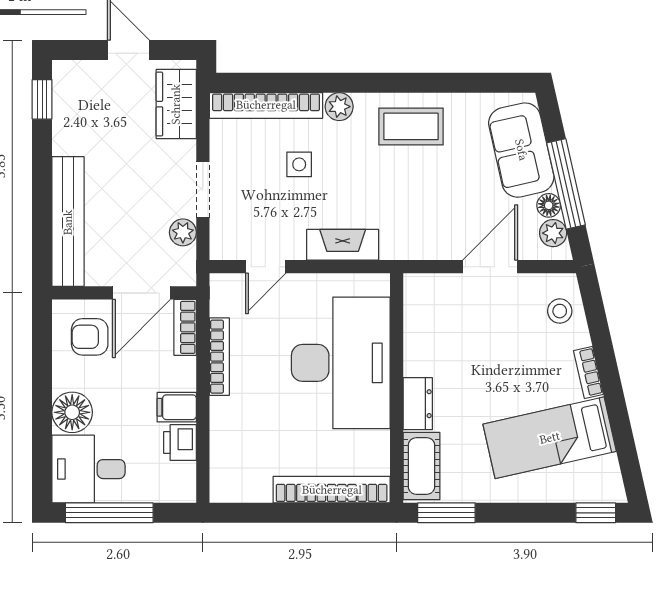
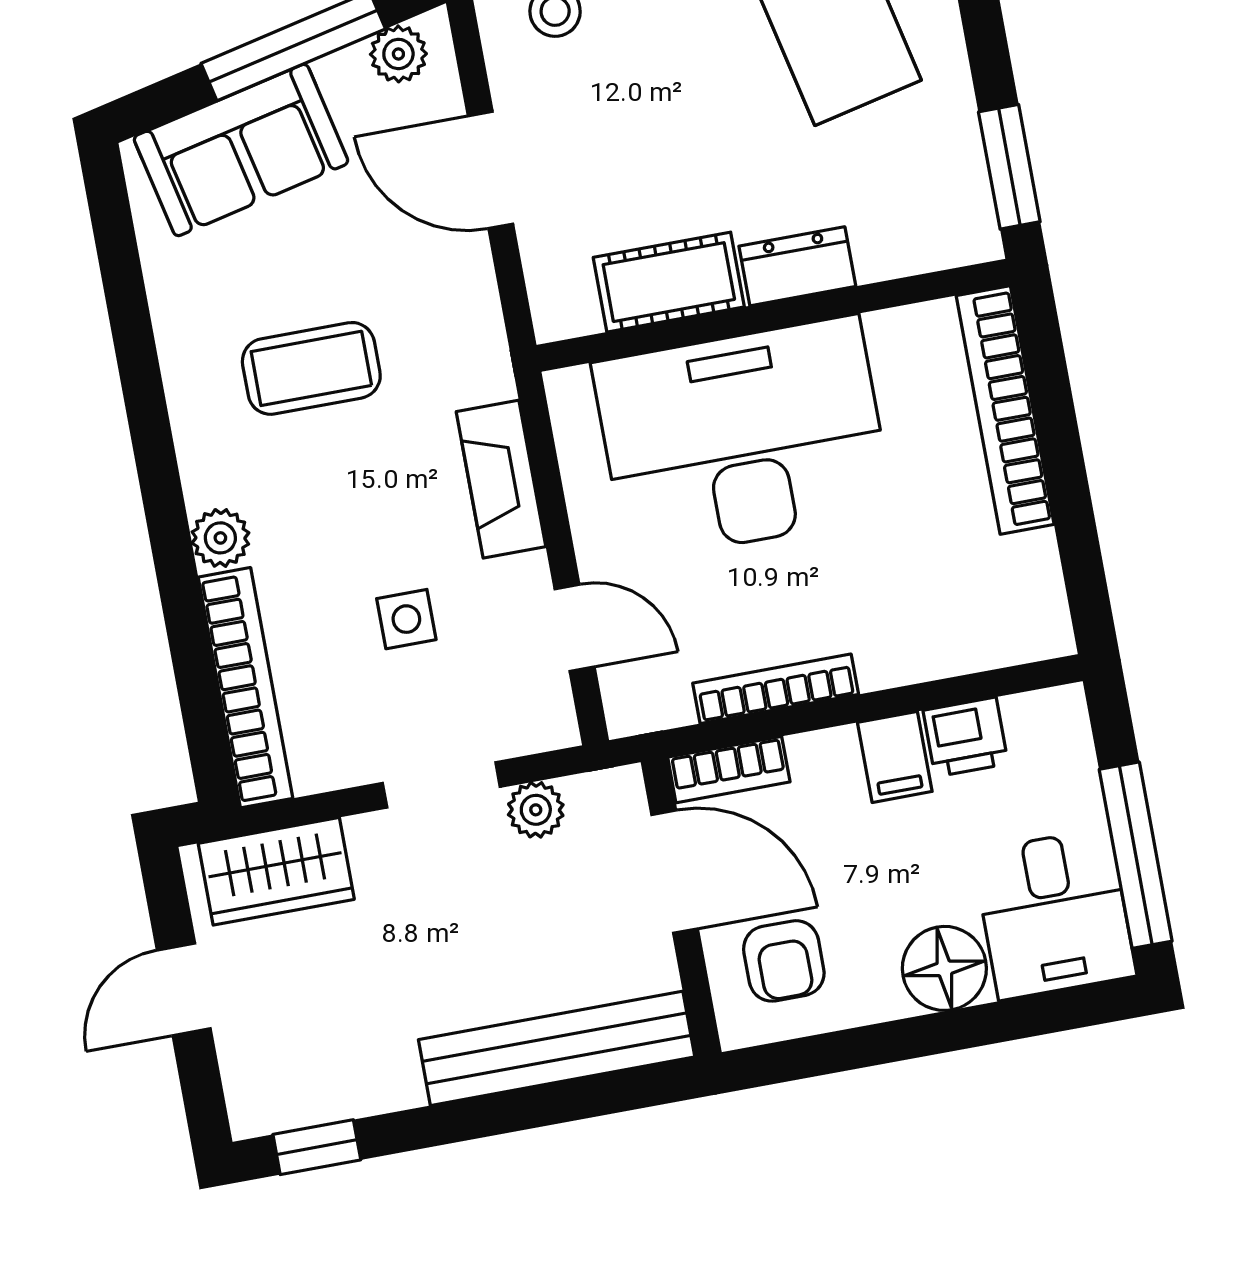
coffee table: (411, 126) -> (311, 368), moved, turned 90
side table: (299, 164) -> (406, 619), moved
floor lamp: (549, 205) -> (344, 73), removed
cot: (421, 466) -> (669, 282), moved

